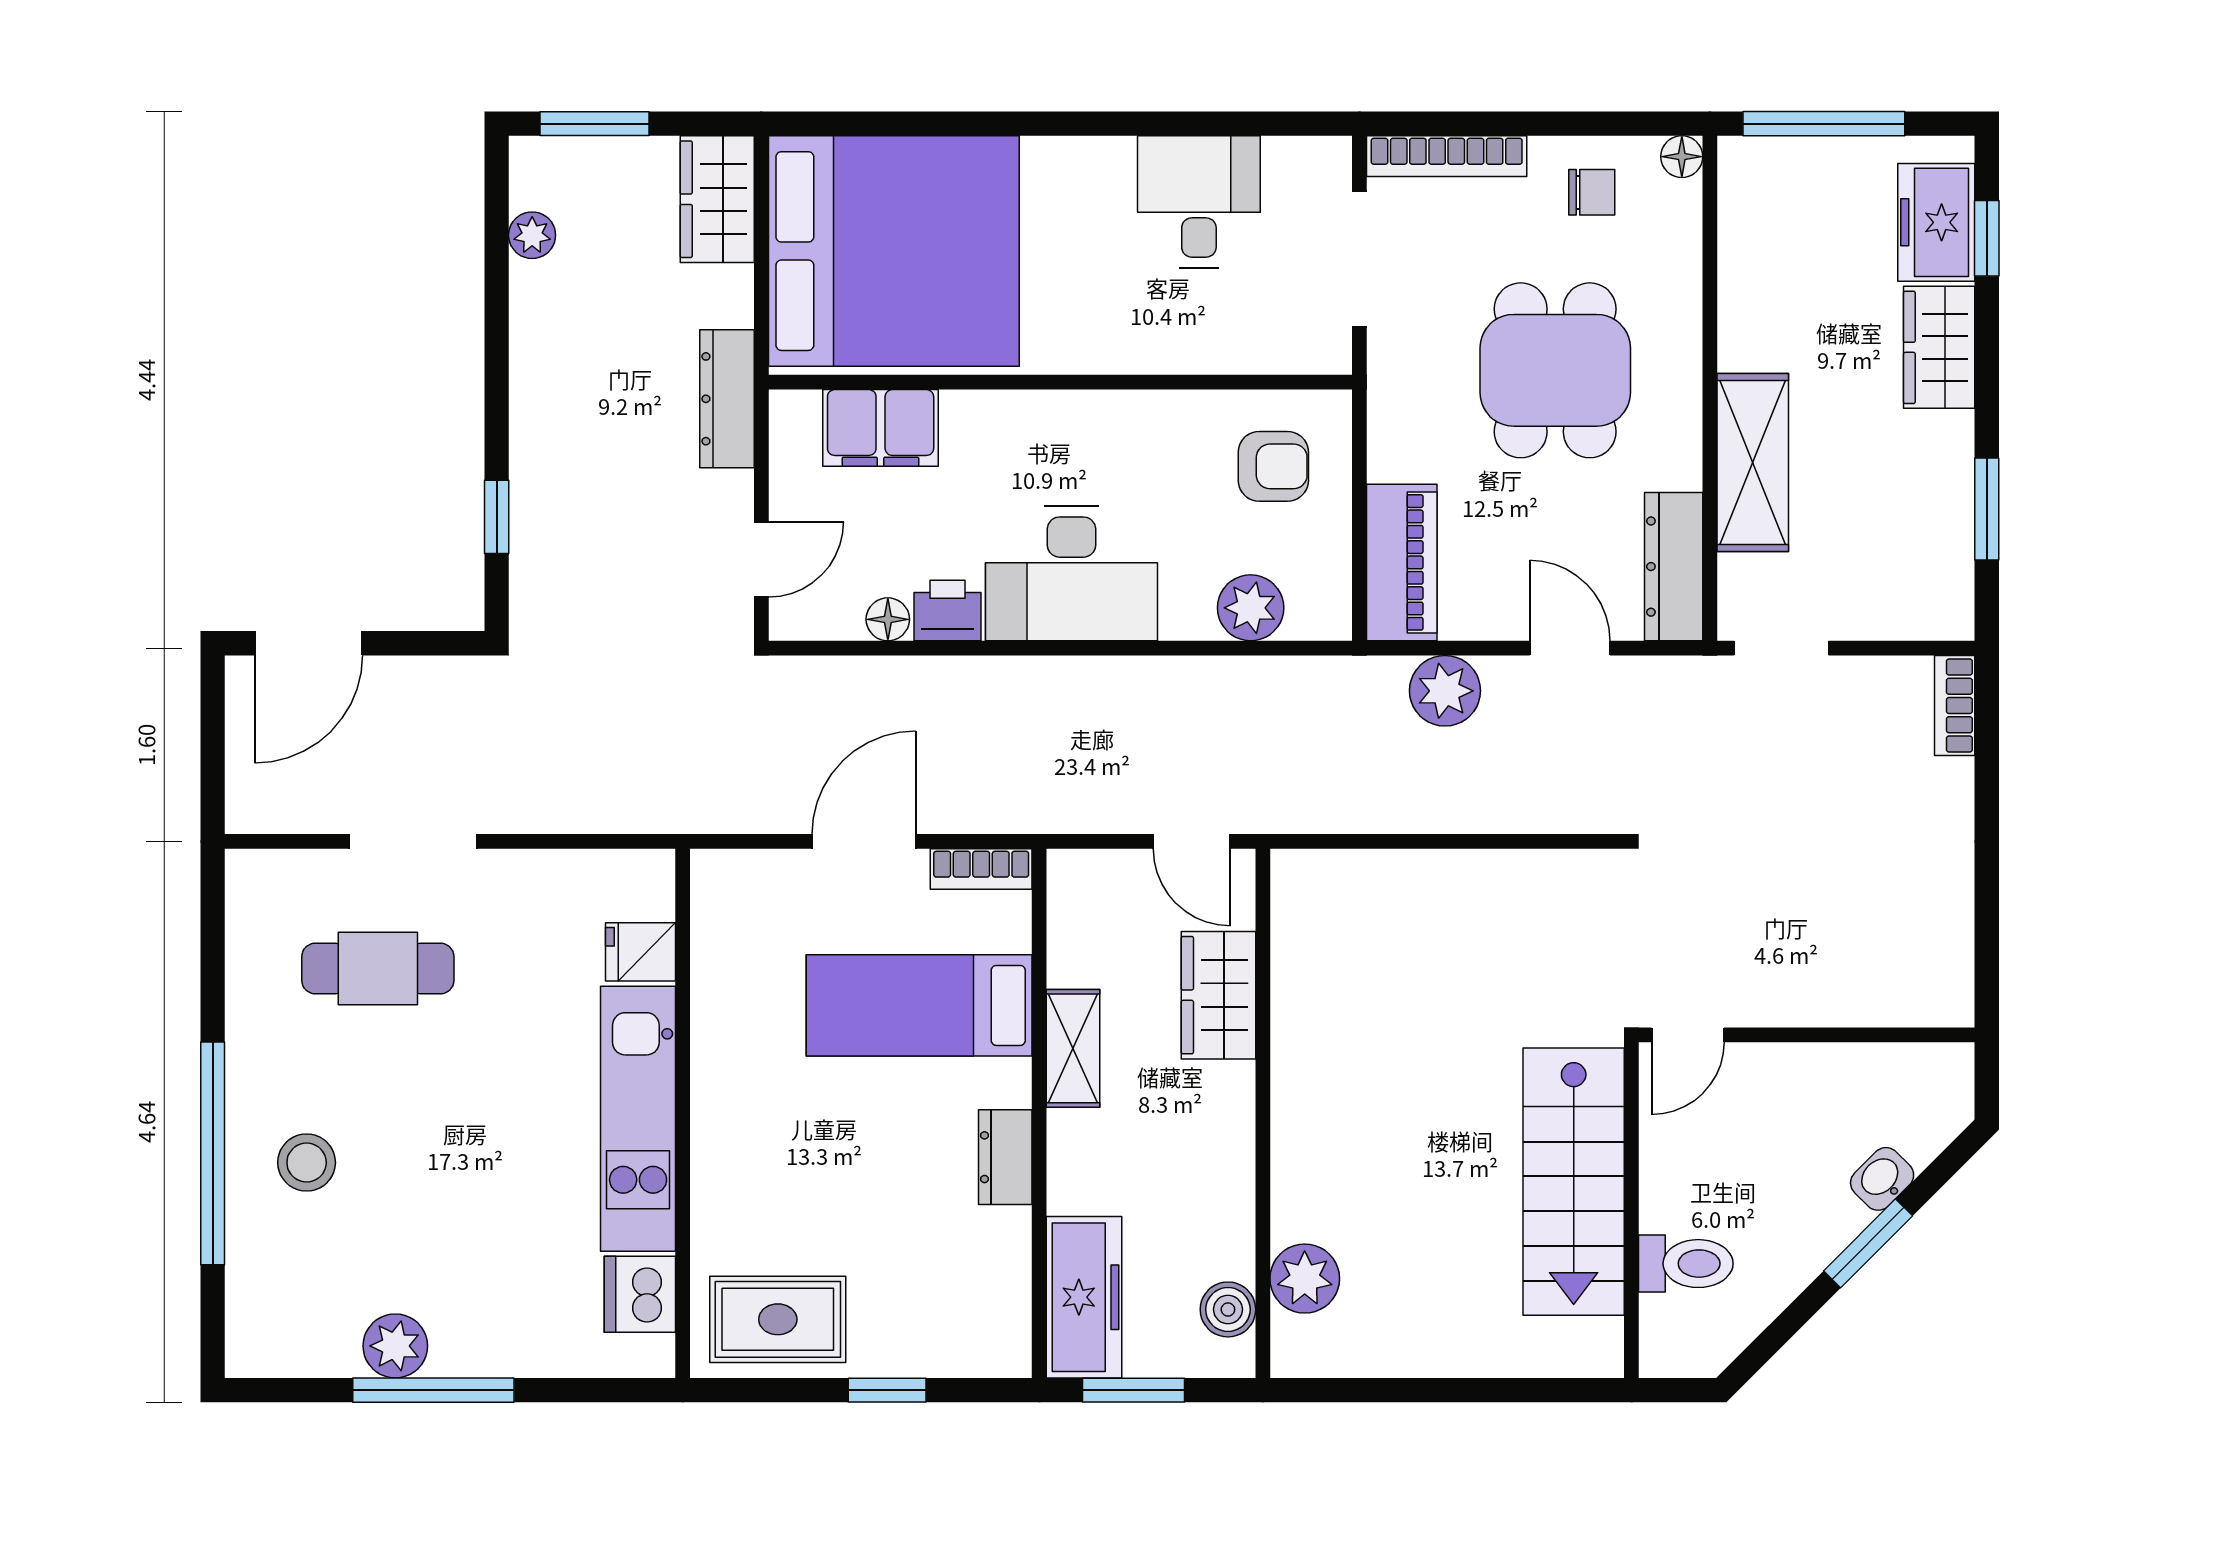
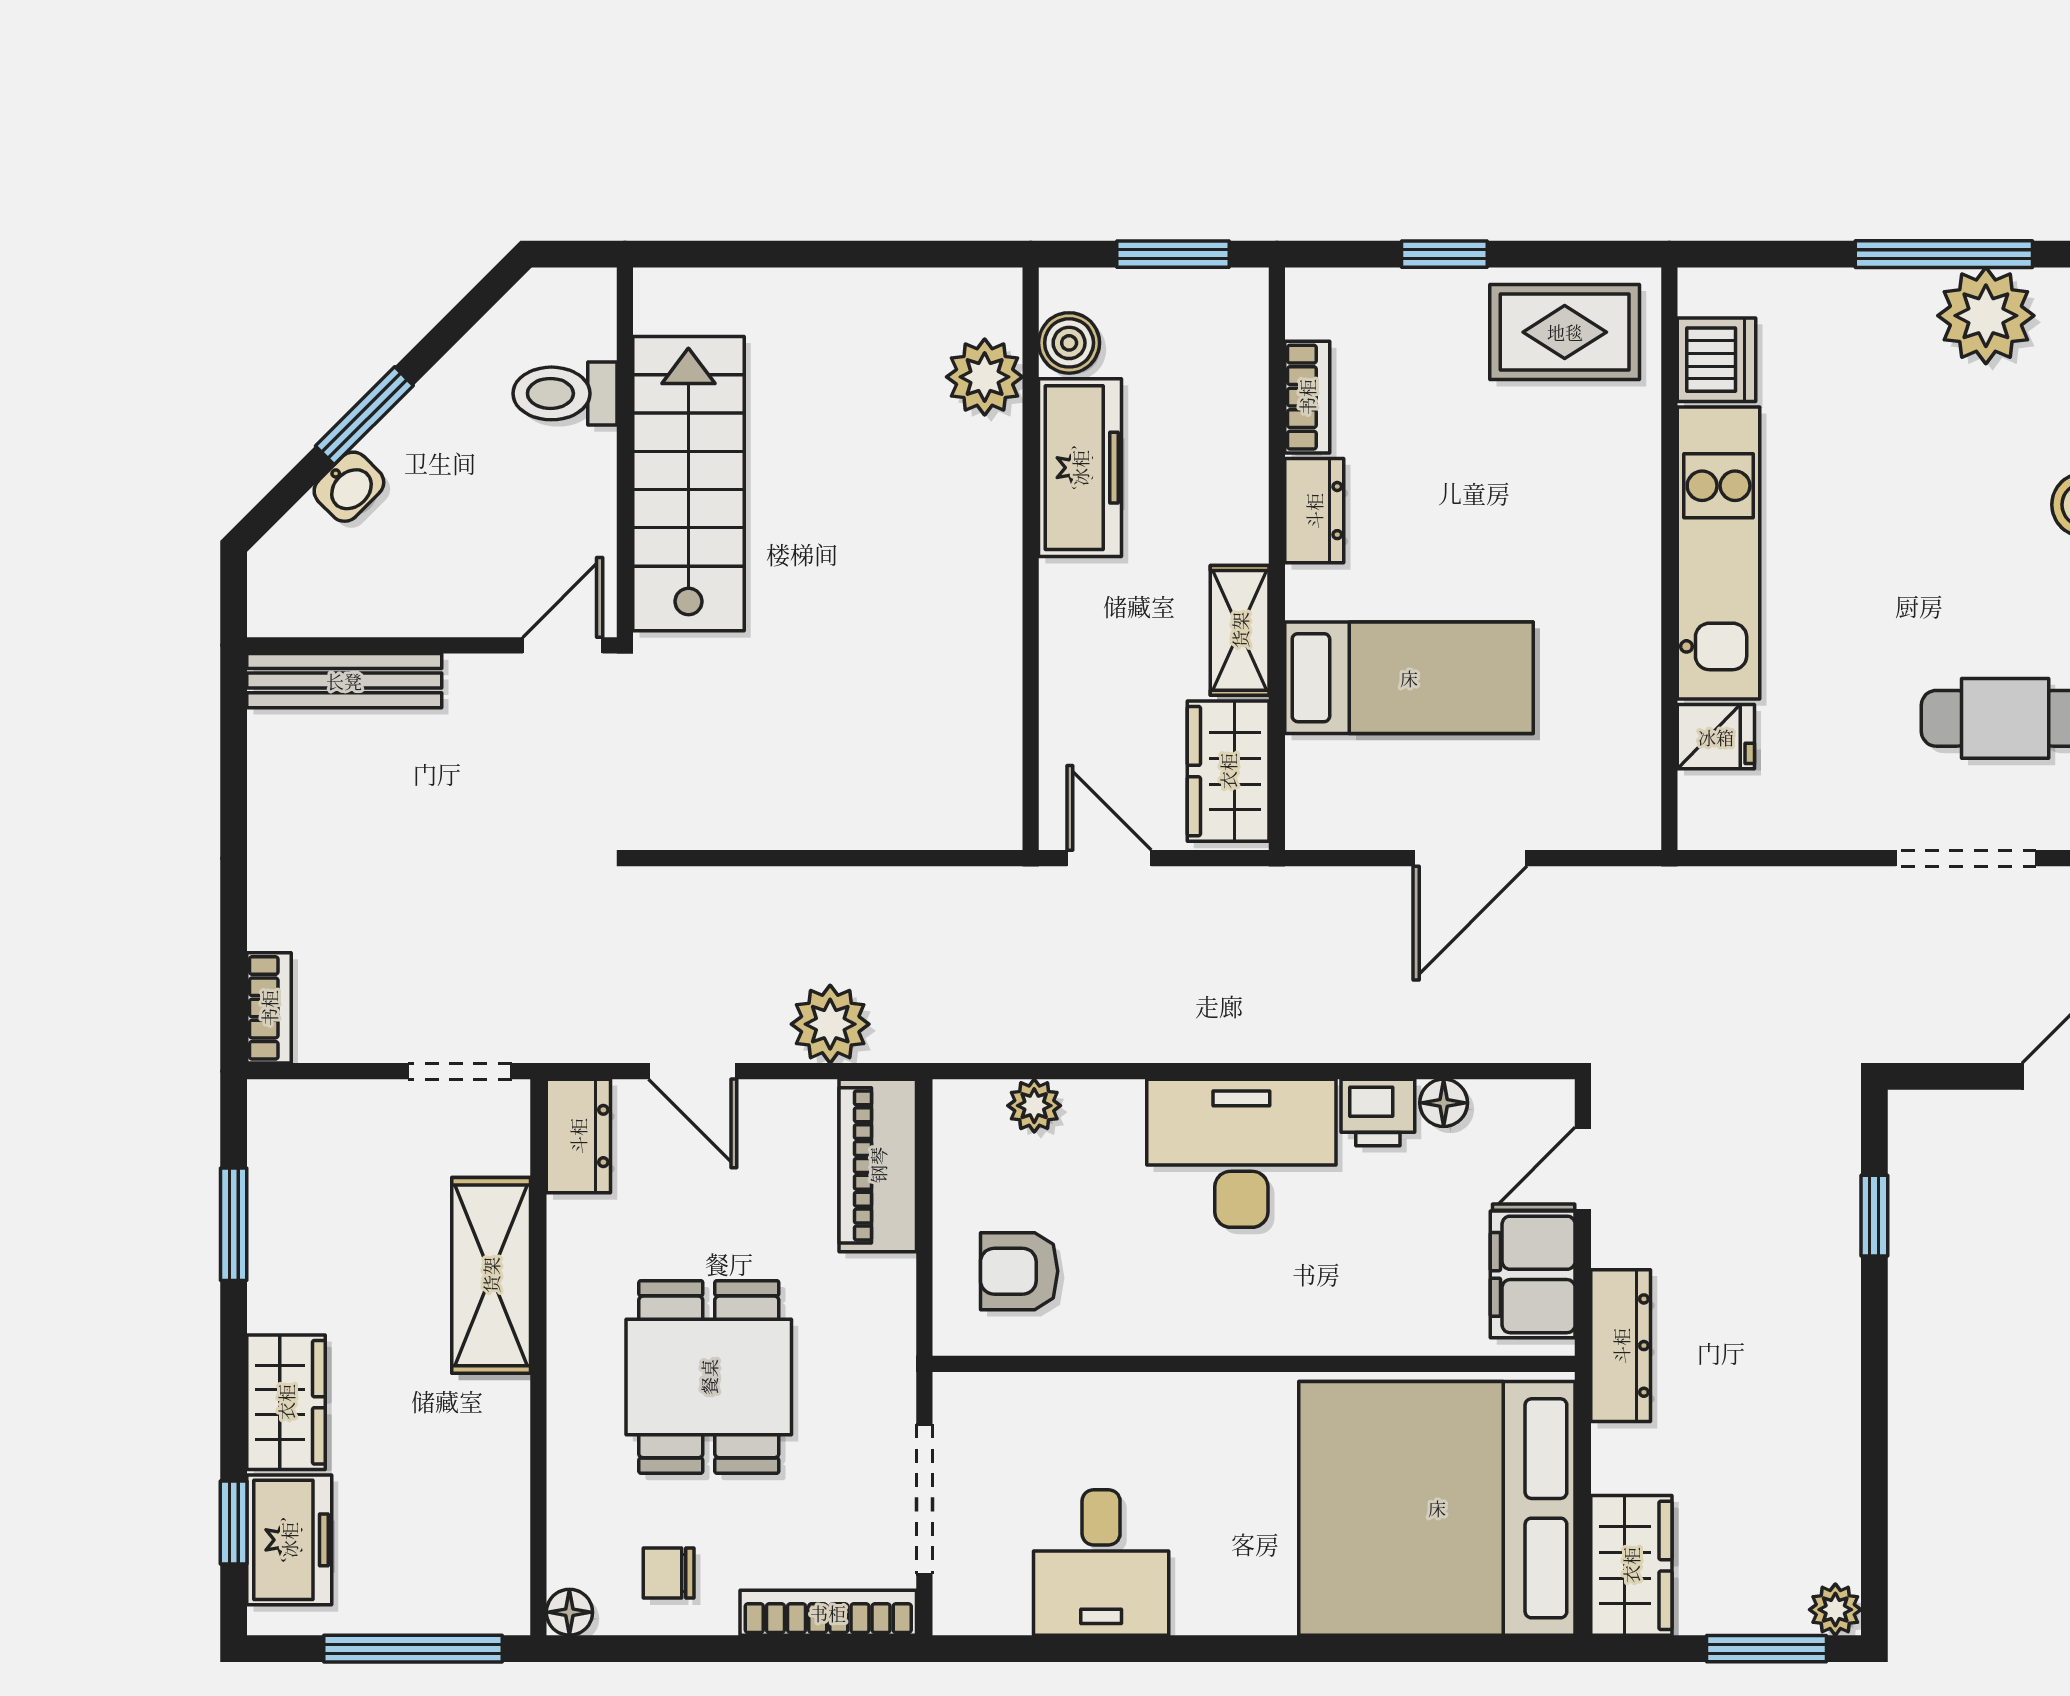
plant: (532, 235) -> (1835, 1610), moved
filing cabinet: (881, 428) -> (1533, 1274), moved, turned -90
dresser: (1674, 567) -> (578, 1136), width x0.70
plant: (1251, 608) -> (1034, 1106), width x0.73, depth x0.73
bookcase: (981, 869) -> (1307, 397), moved, turned 90
wardrobe: (1219, 995) -> (1228, 771), moved, turned 180
bench: (1886, 1003) -> (344, 681), added
freezer: (1084, 1297) -> (1080, 468), moved, turned 180
plant: (395, 1346) -> (1986, 316), width x1.36, depth x1.36

